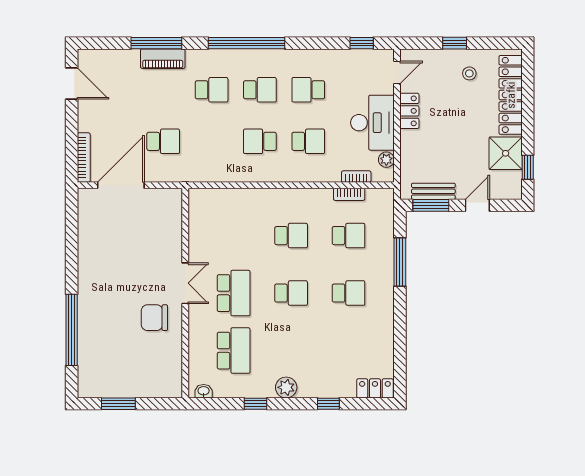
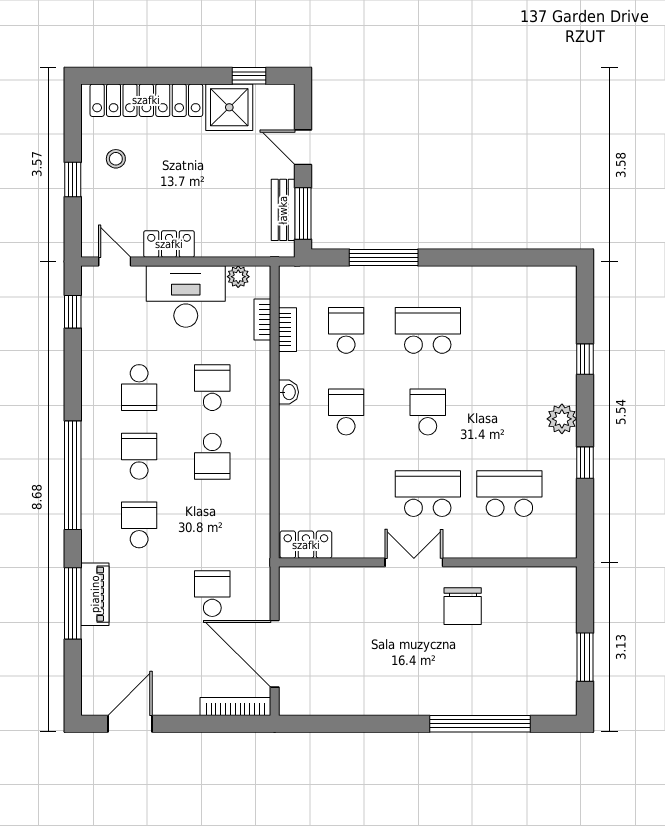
school desk: (349, 293) -> (428, 330), width x1.85
locker: (375, 388) -> (306, 545), moved, turned 90
washbasin: (204, 391) -> (288, 392), moved, turned 180

